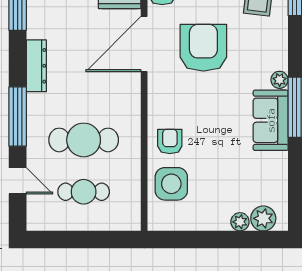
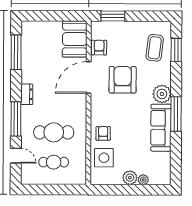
dresser: (36, 66) -> (27, 94), width x0.70
plant: (280, 80) -> (162, 94), width x1.88, depth x1.88
sofa: (271, 120) -> (161, 128), width x1.36
plant: (263, 218) -> (130, 178), moved

